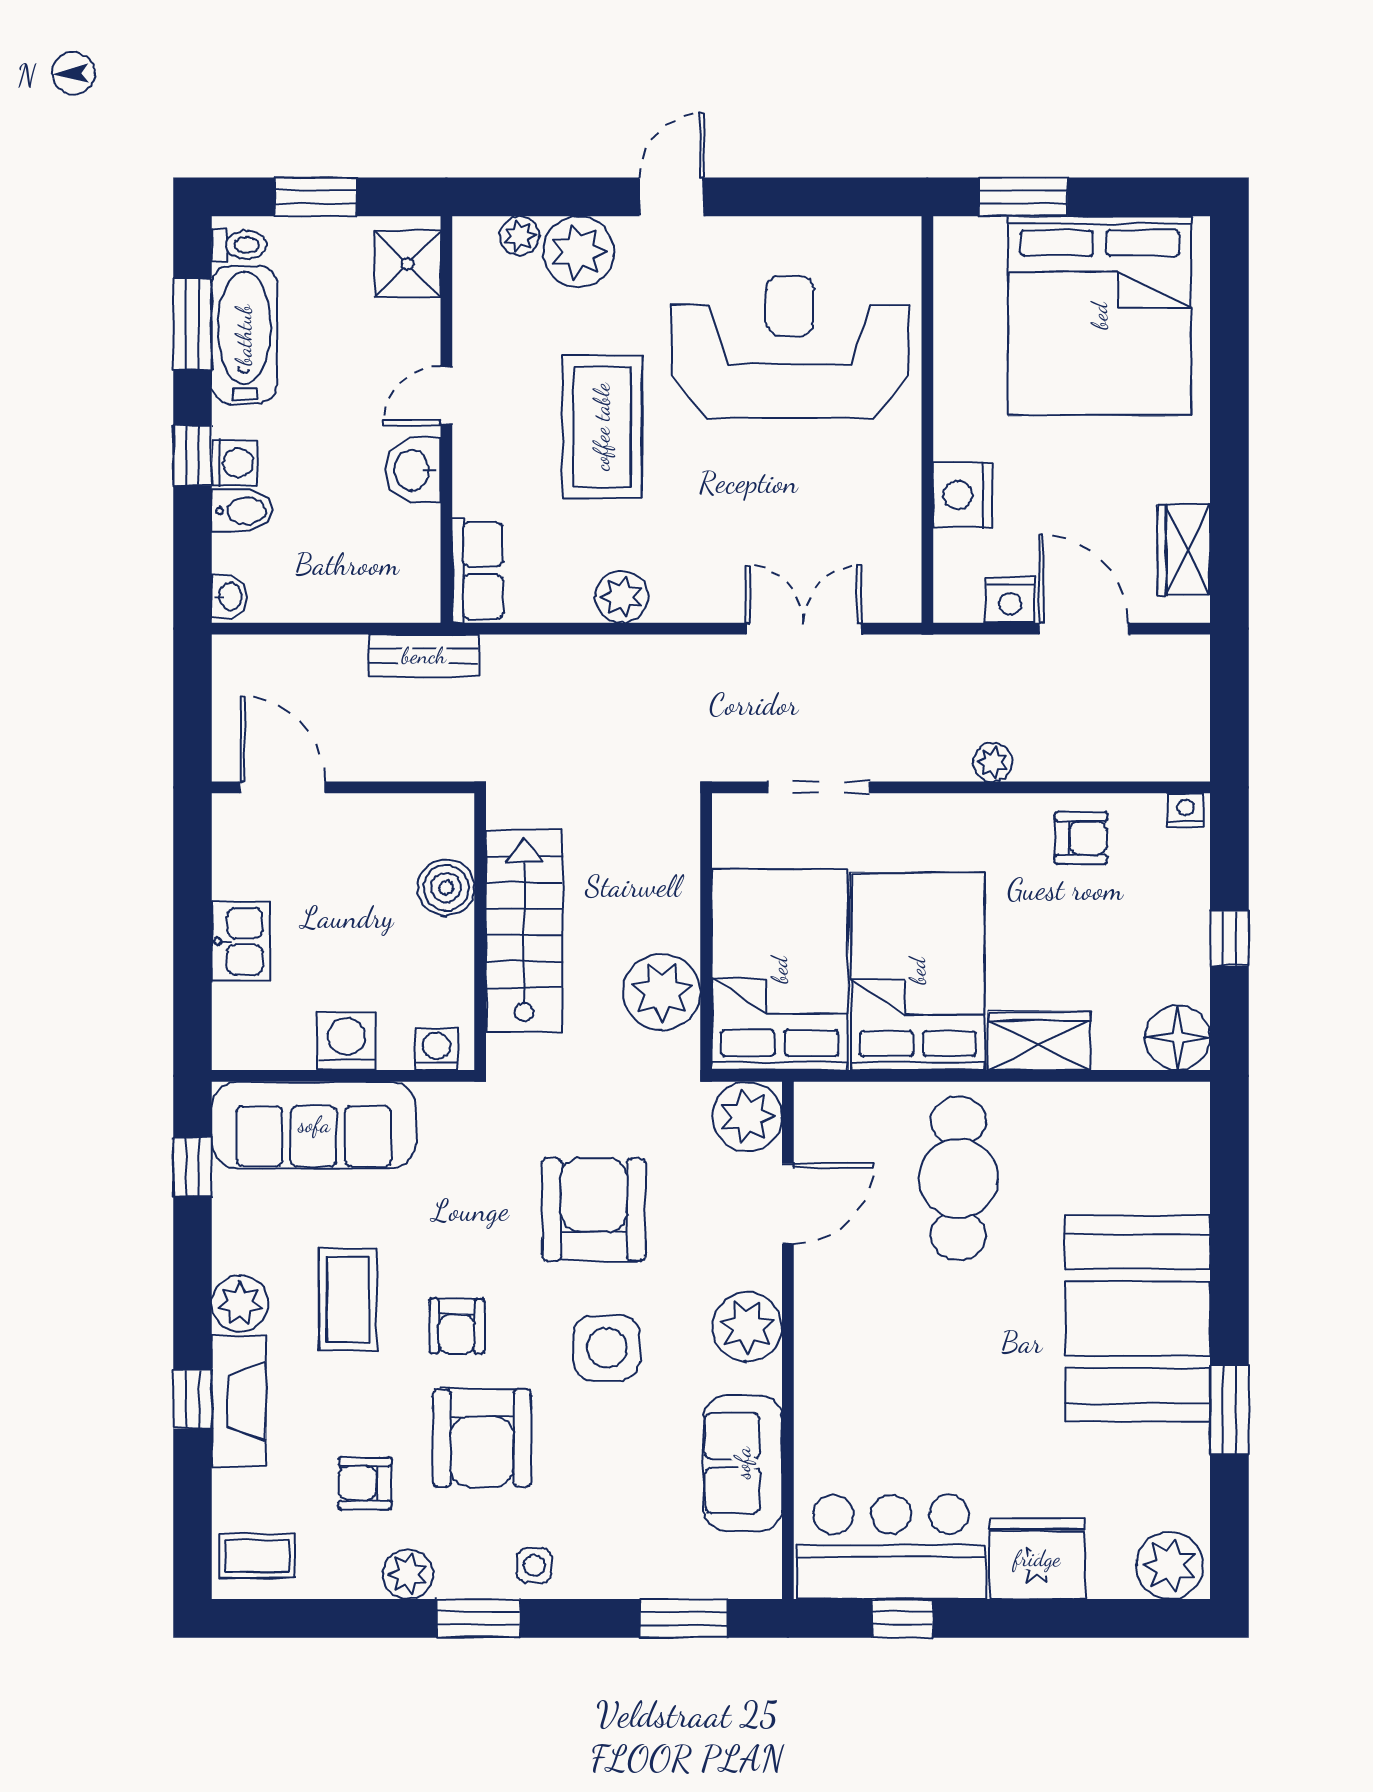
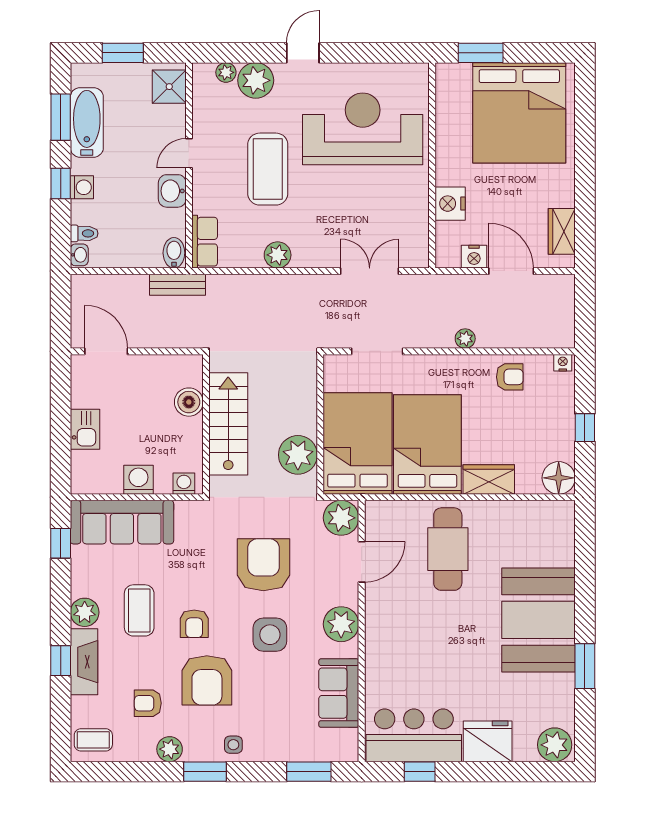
toilet: (239, 245) -> (84, 233), moved
bidet: (242, 511) -> (174, 253), moved, turned -90

